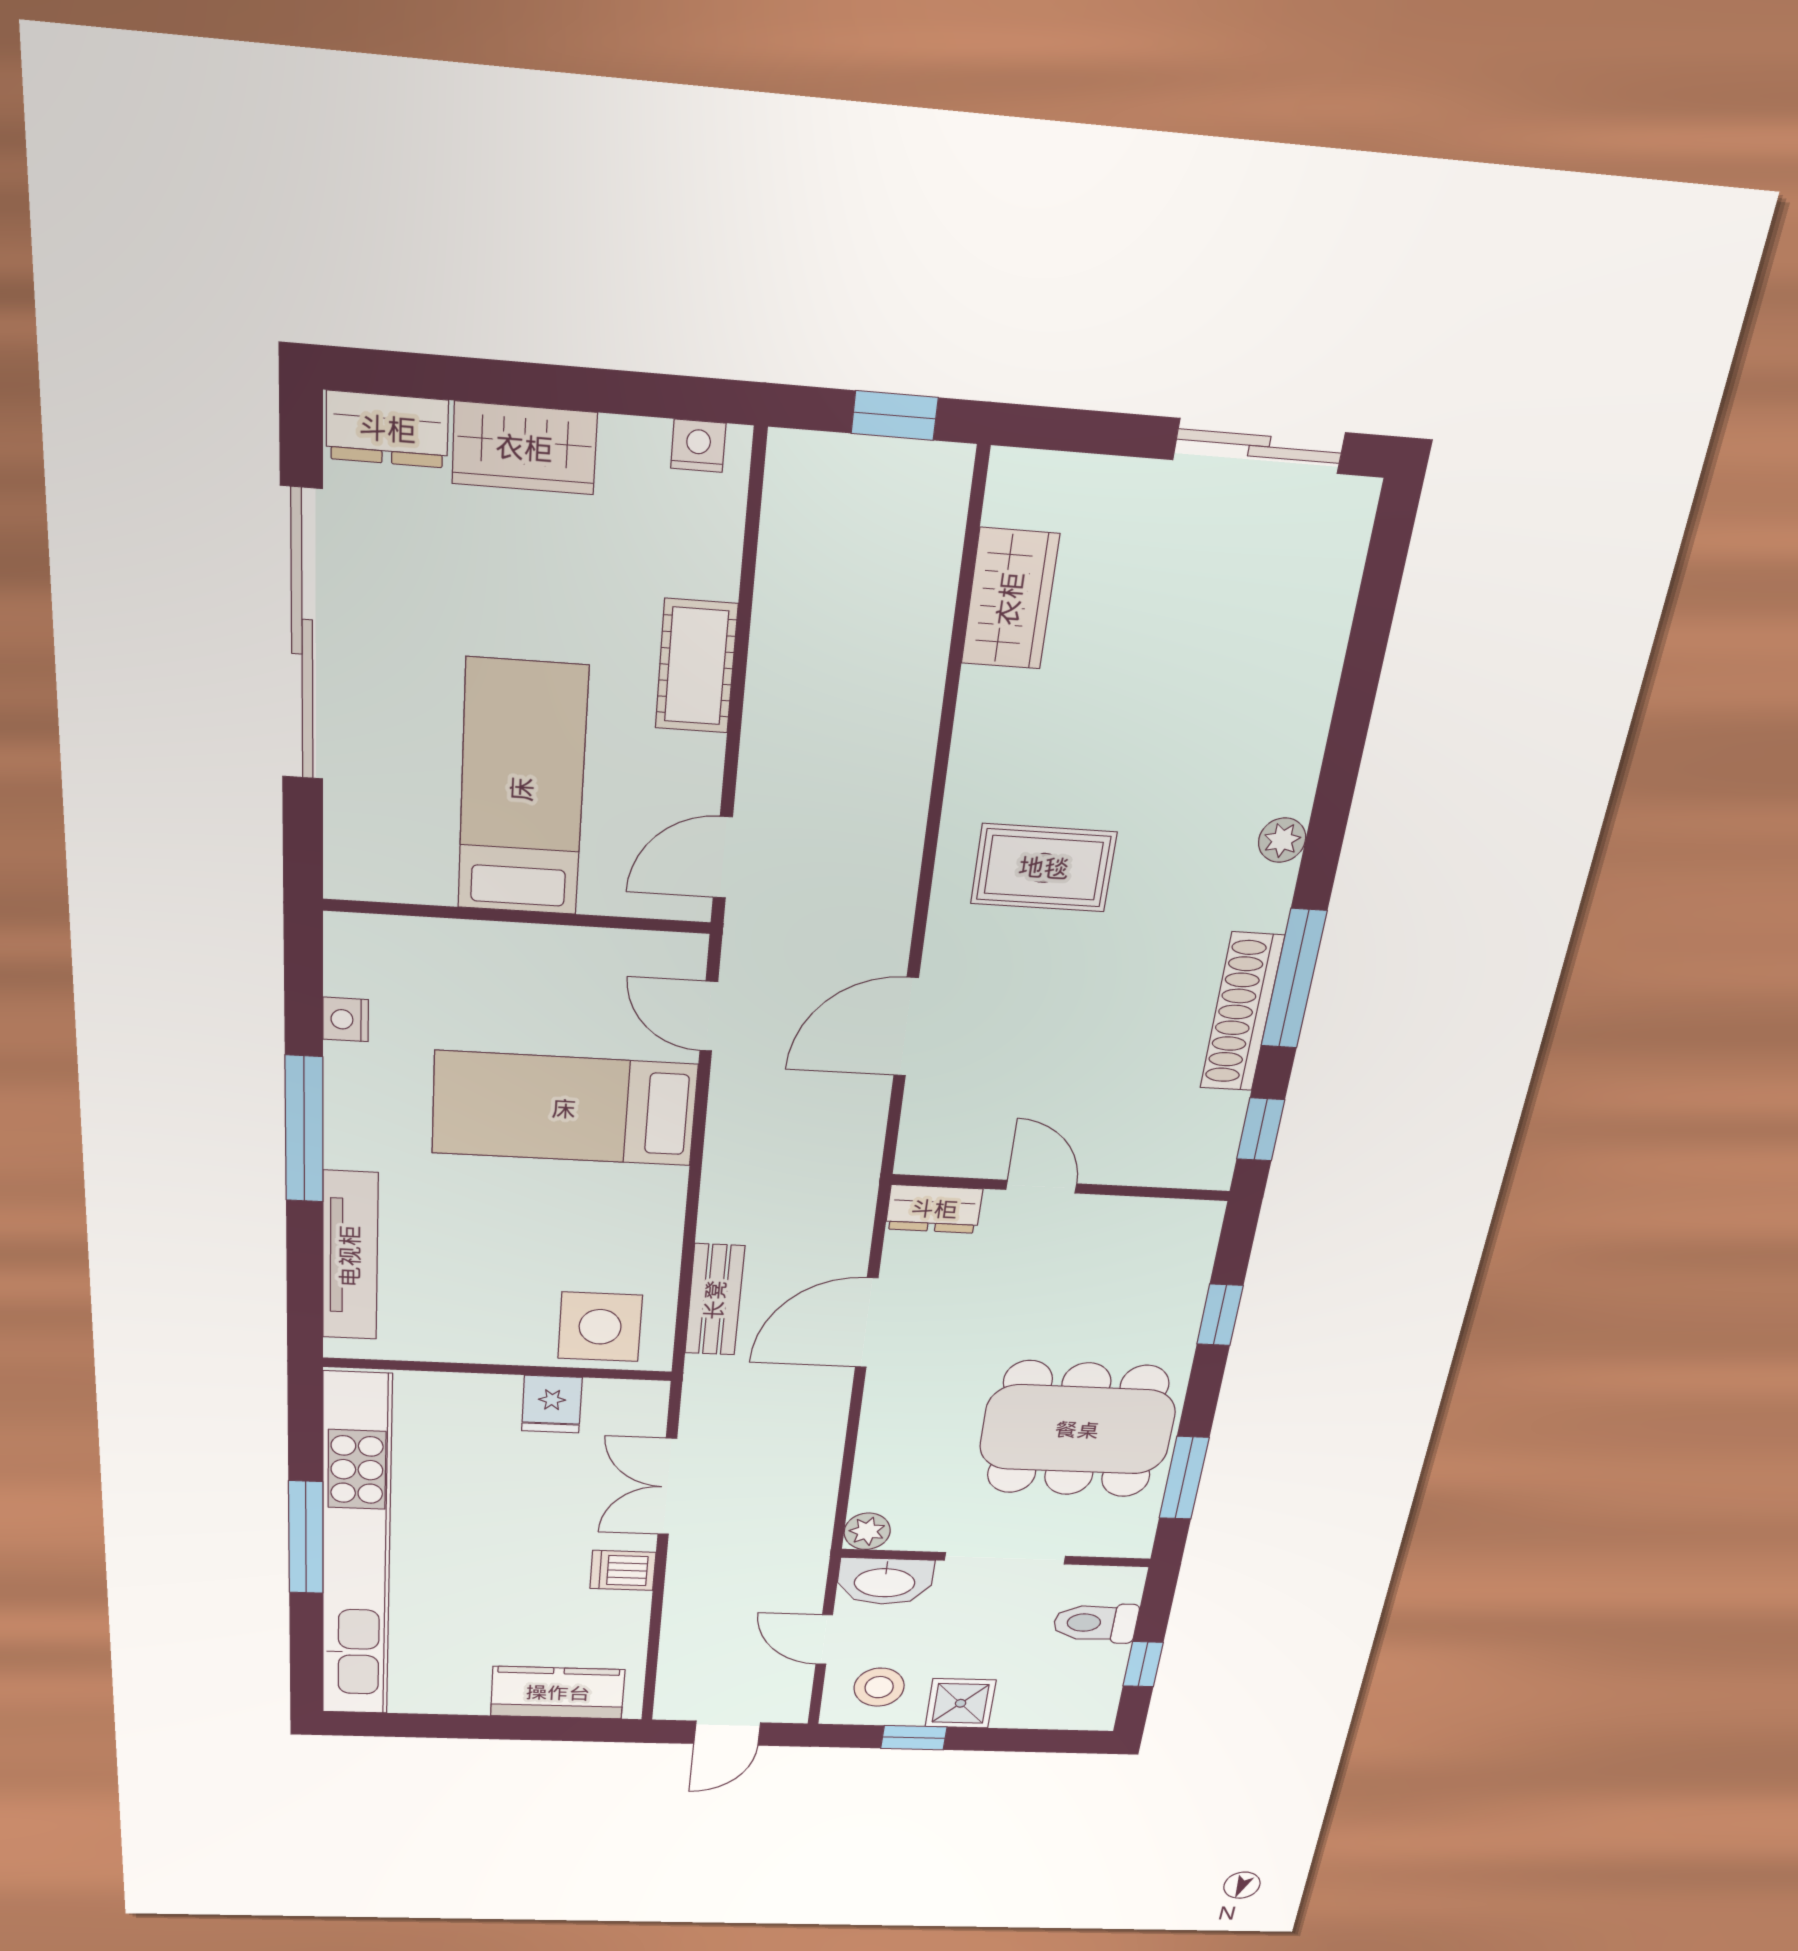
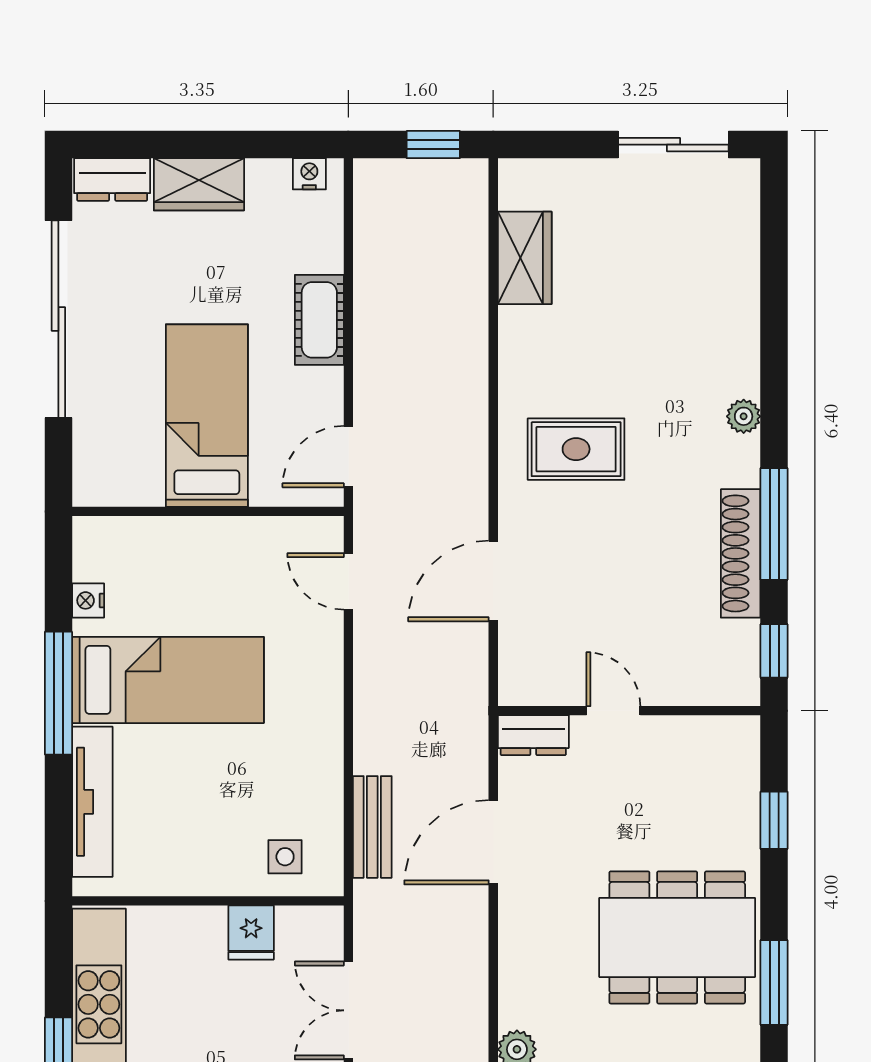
bed: (564, 1109) -> (168, 680), moved, turned 180
side table: (600, 1327) -> (285, 857), width x0.54, depth x0.54

